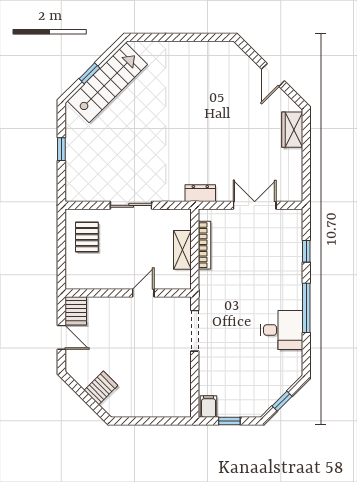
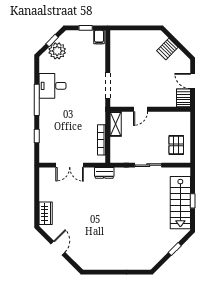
stairs: (107, 83) -> (180, 203), moved, turned -45
shelving: (182, 250) -> (116, 124), moved
plant: (274, 385) -> (57, 51), added

